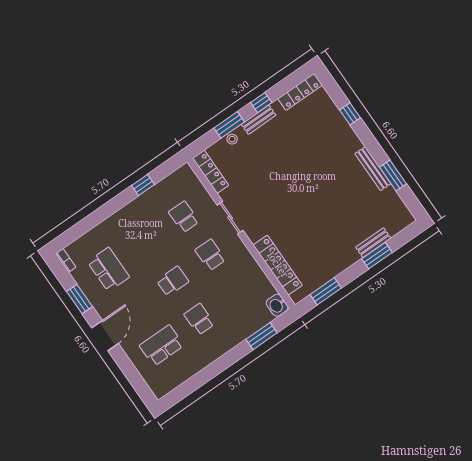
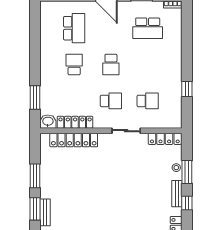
locker: (258, 277) -> (75, 122), added
window: (326, 291) -> (35, 176), moved
school desk: (199, 319) -> (74, 65), turned -90

